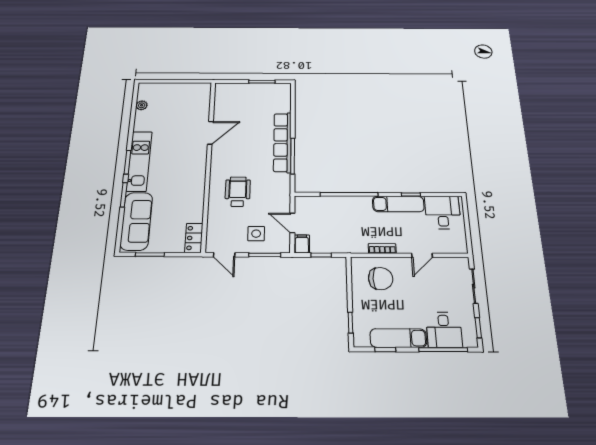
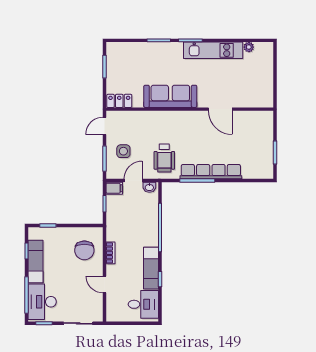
kitchen unit: (139, 161) -> (213, 50), moved
wheelchair: (238, 192) -> (164, 158), moved, turned 90
washbasin: (301, 205) -> (149, 187), added
sofa: (136, 221) -> (170, 96), moved, turned 180
desk: (444, 330) -> (42, 302), width x1.37

